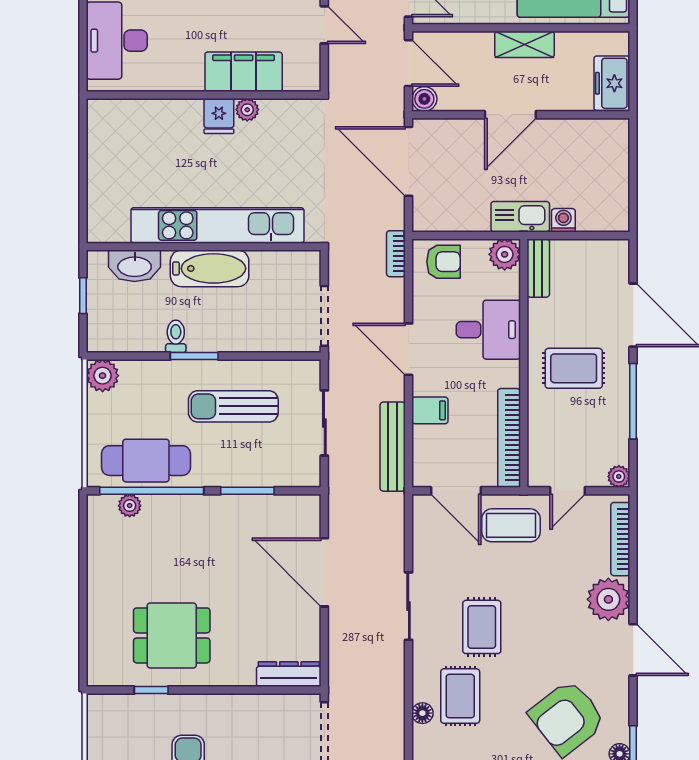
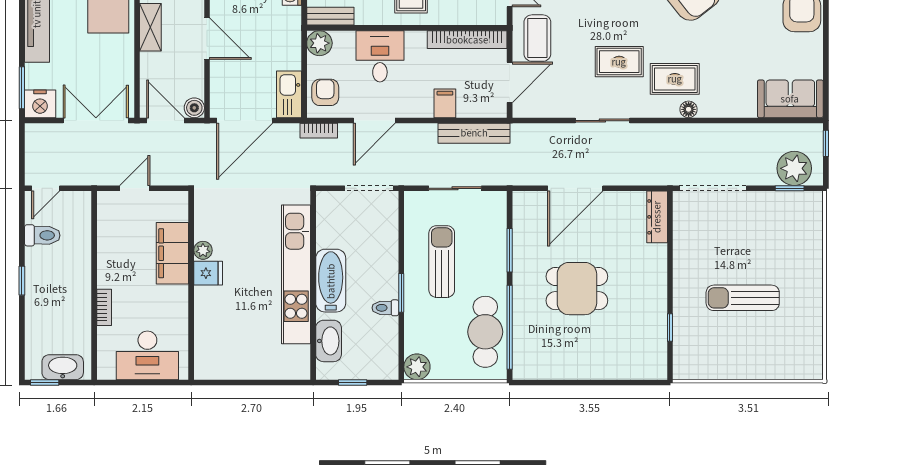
door: (409, 63) -> (165, 121), hinge flipped
kitchen sink: (520, 217) -> (289, 94), moved
door: (409, 349) -> (374, 121), moved
sun lounger: (233, 406) -> (442, 262), turned 180
plant: (130, 506) -> (521, 345), removed
dining table: (172, 635) -> (577, 289), moved, turned 90

